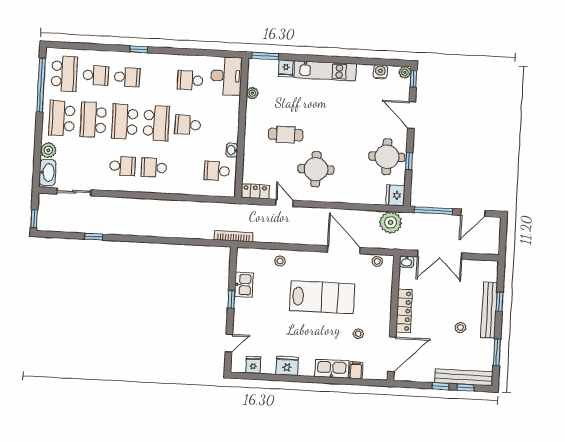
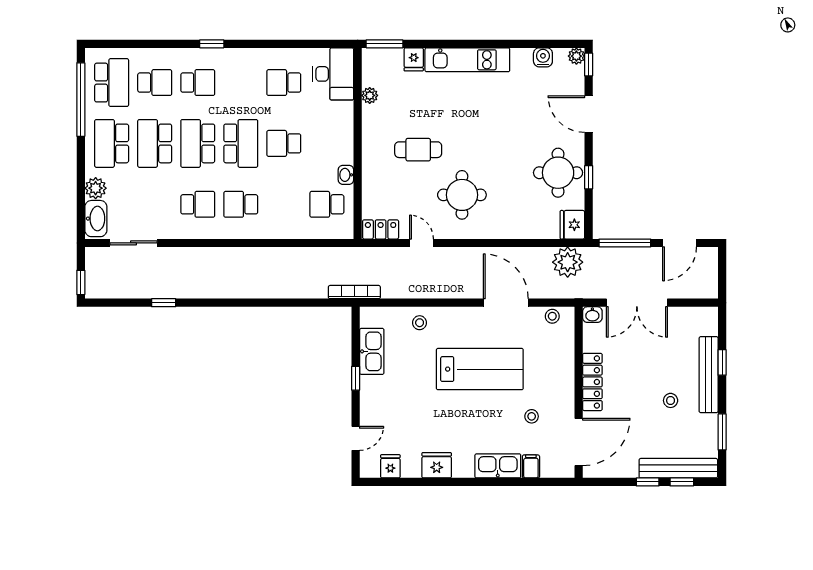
kitchen sink: (244, 285) -> (372, 351), width x1.38

